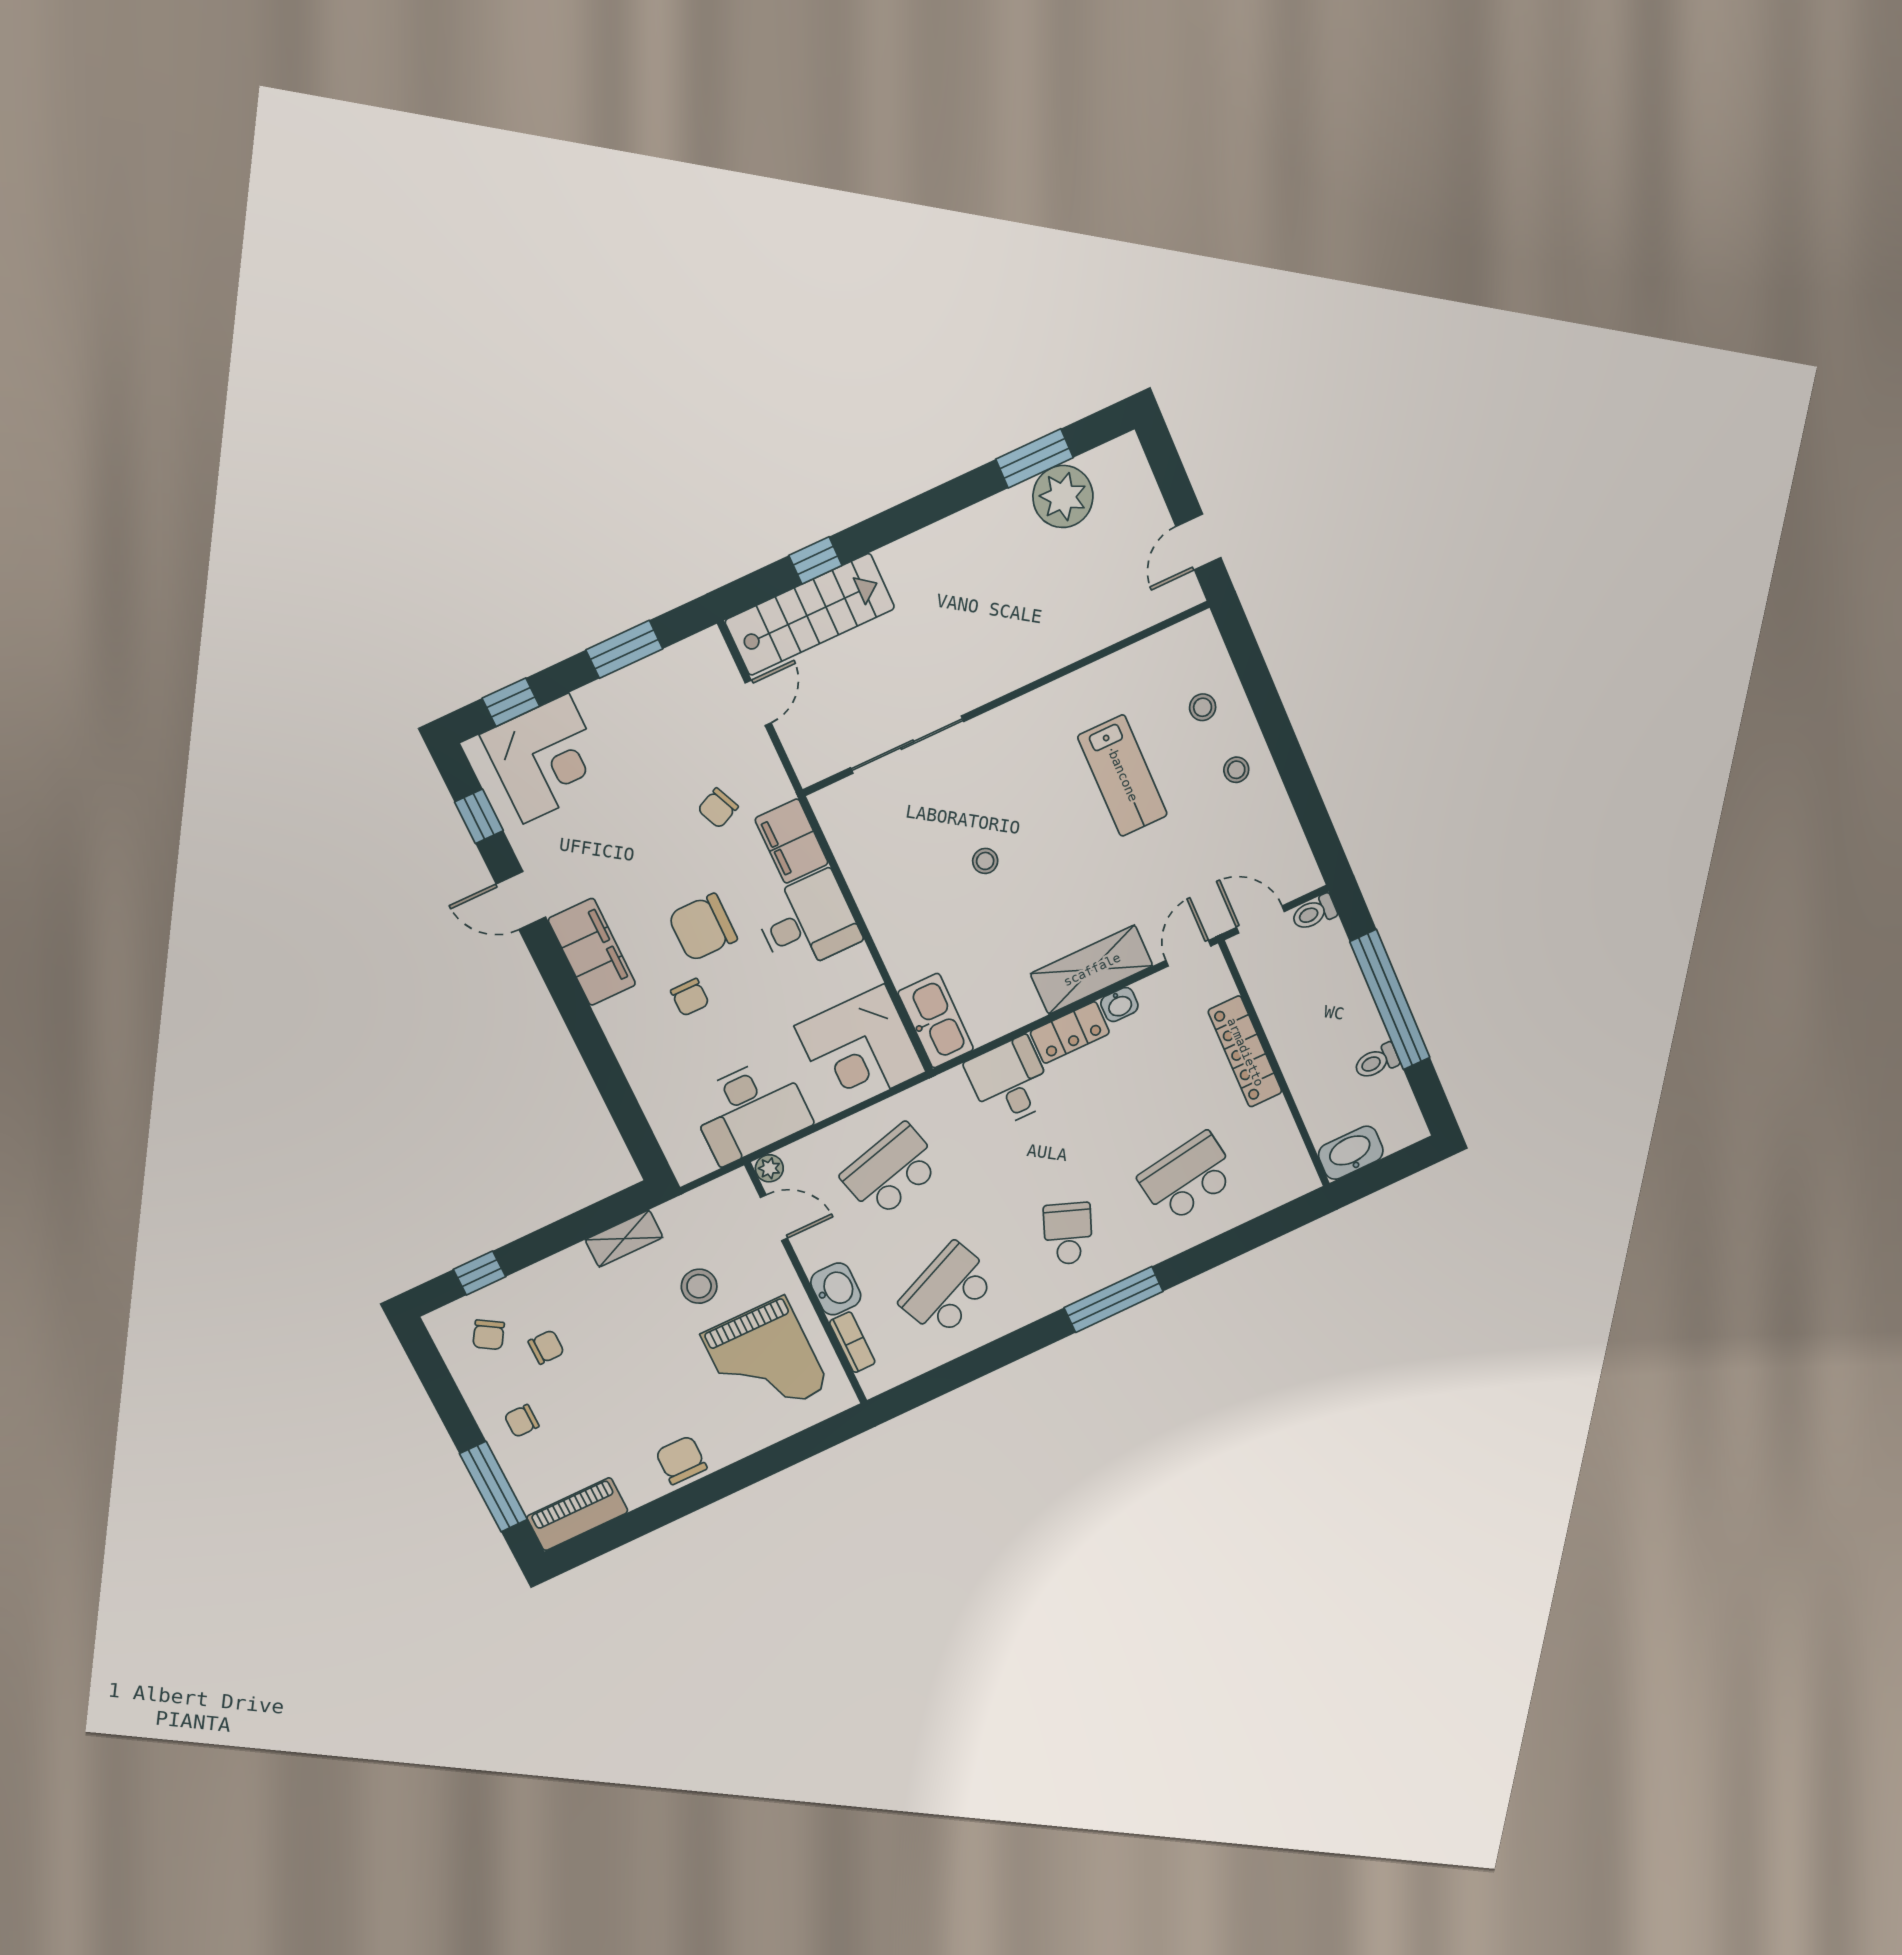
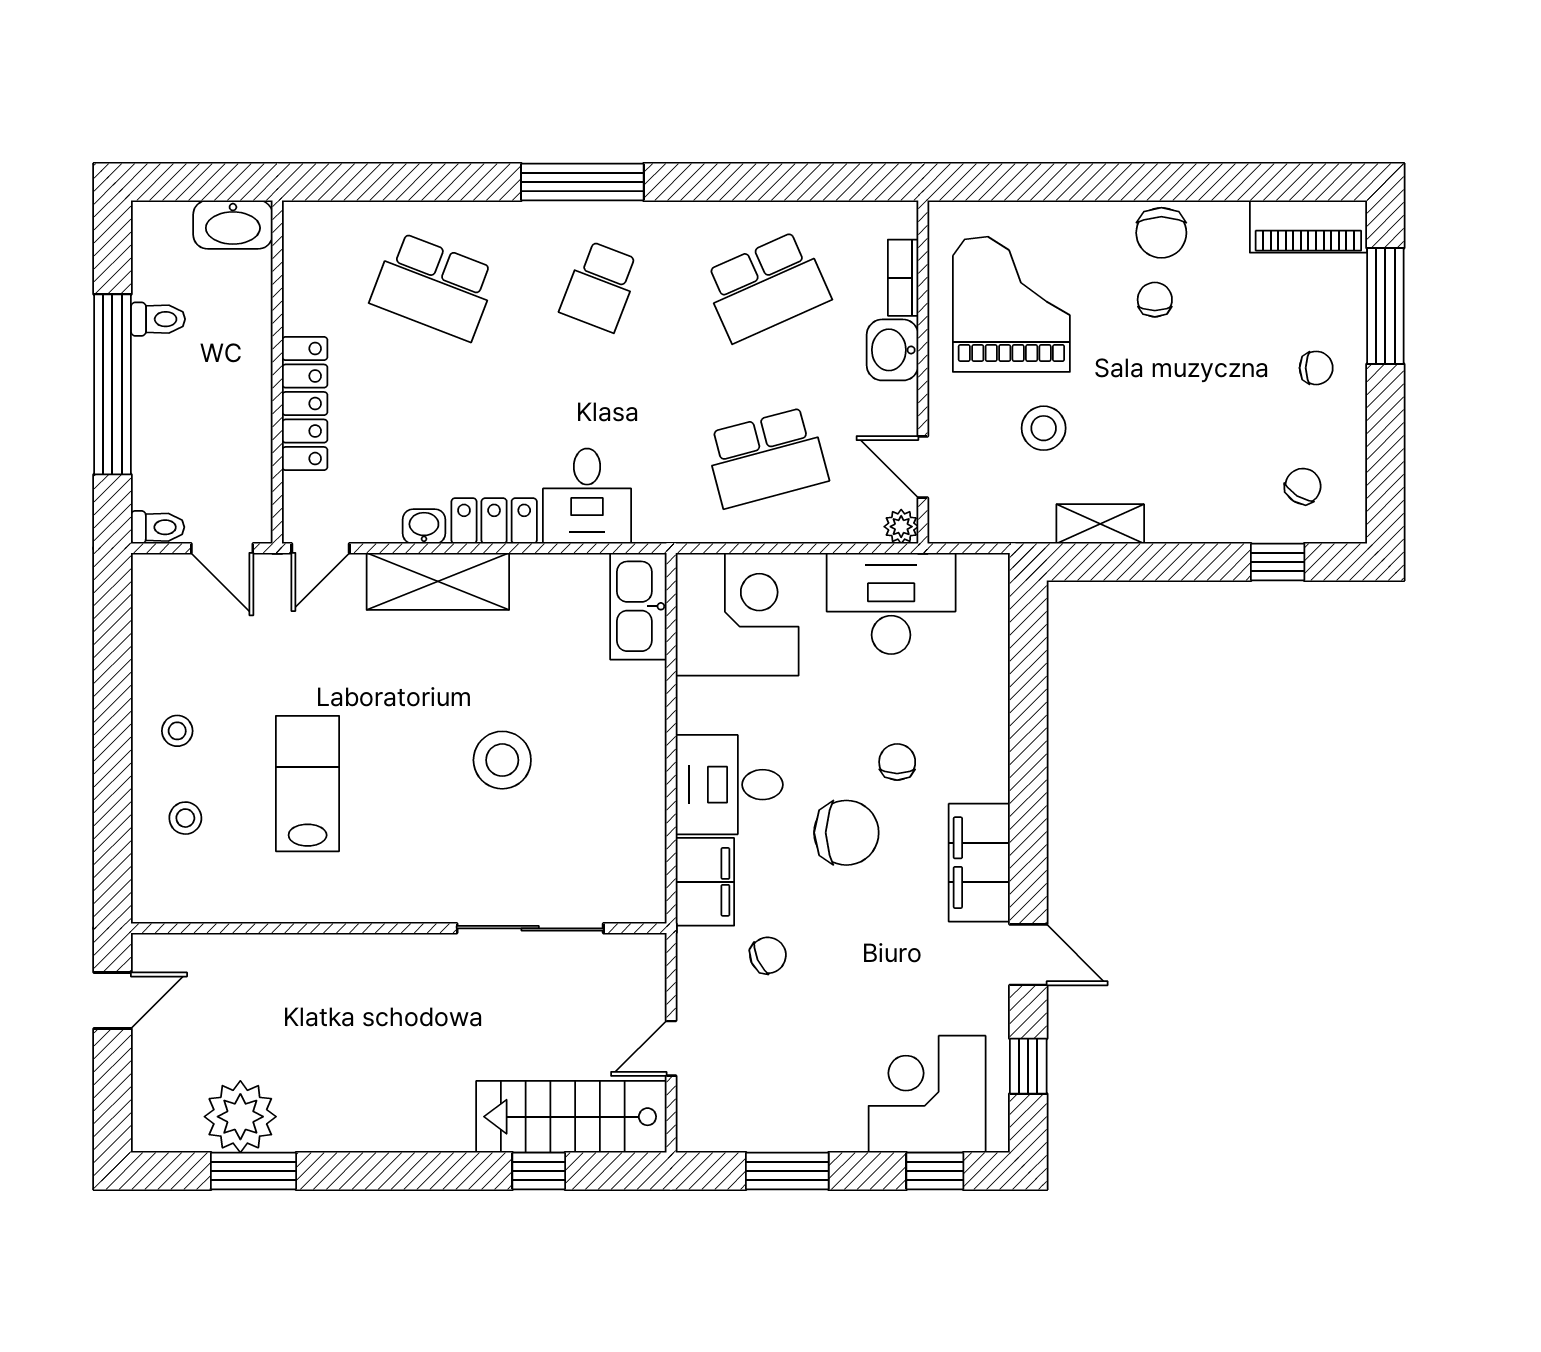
stool: (985, 861) -> (502, 760), width x1.89, depth x1.89
school desk: (1188, 1177) -> (434, 286), turned 30
chair: (546, 1347) -> (1155, 300), moved, turned 90

